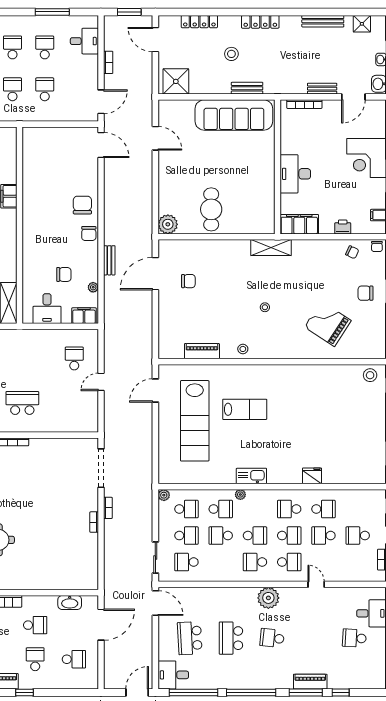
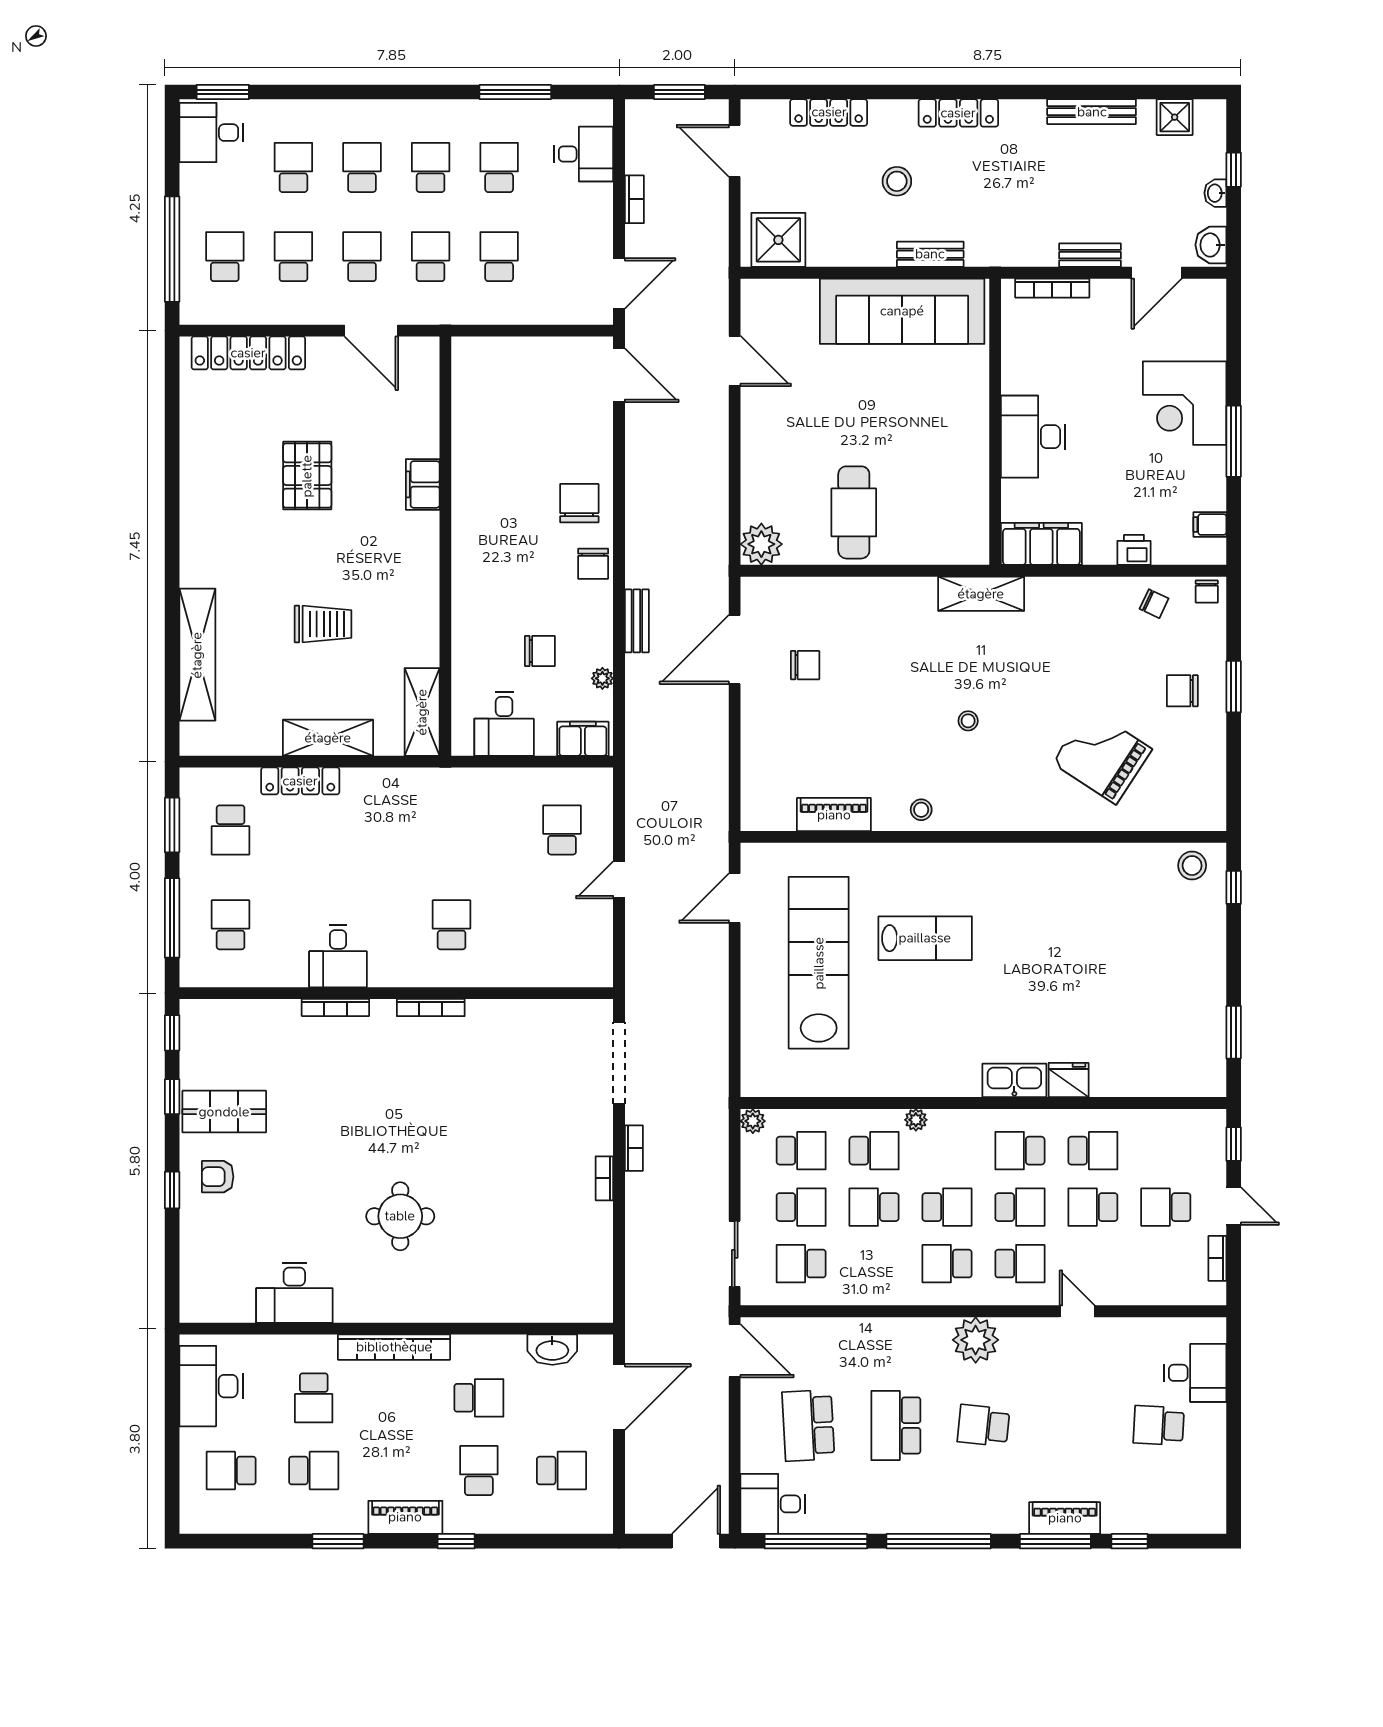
school desk: (22, 403) -> (452, 925), width x0.54
lab bench: (195, 421) -> (819, 963), turned 180
kitchen sink: (251, 476) -> (1014, 1080), moved

